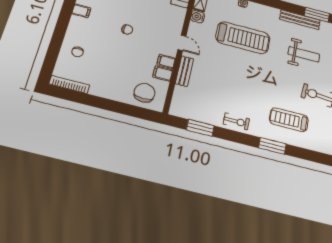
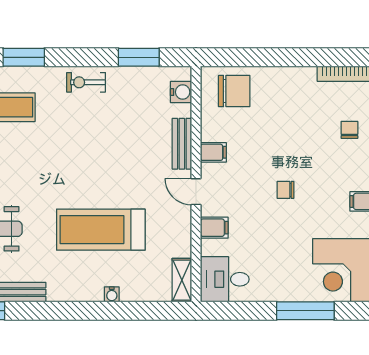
water cooler: (198, 17) -> (181, 92), moved
filing cabinet: (163, 73) -> (214, 228), moved
chair: (144, 93) -> (234, 91), turned -90

